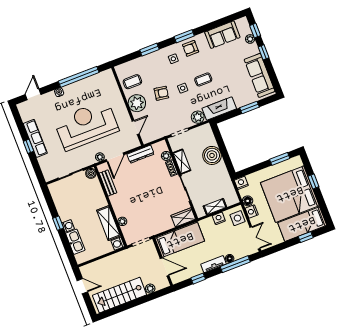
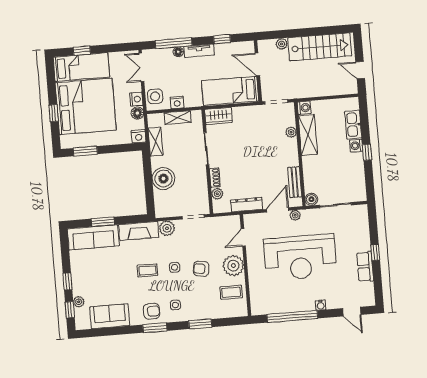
sofa: (260, 75) -> (93, 237), moved, turned 90
door: (33, 94) -> (352, 312), hinge flipped
row of seats: (35, 138) -> (365, 267), width x0.68
shelving: (182, 162) -> (156, 142), moved

